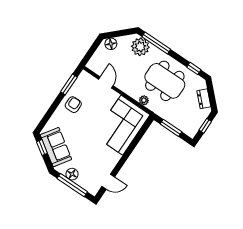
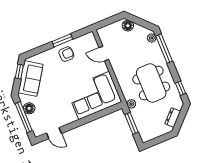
plant: (140, 47) -> (152, 38), width x0.53, depth x0.53
door: (106, 82) -> (104, 54), swing flipped
window: (69, 84) -> (62, 40), moved
plant: (144, 100) -> (131, 104), moved
window: (205, 126) -> (160, 140), removed

